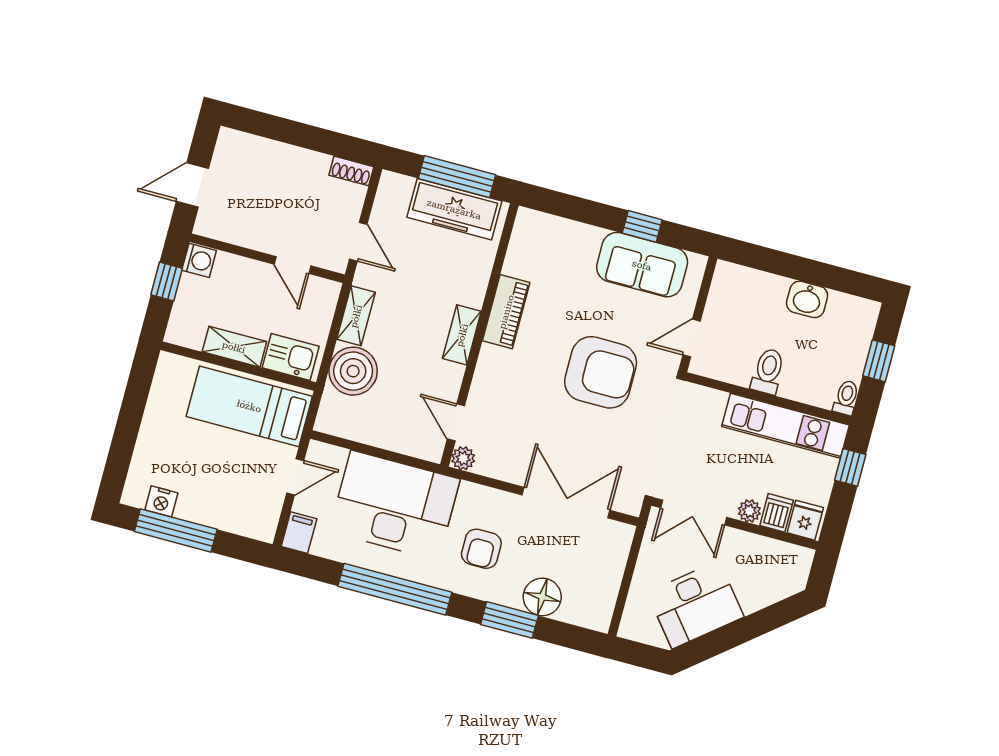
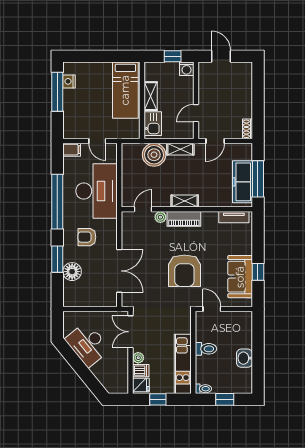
tv unit: (520, 245) -> (234, 217), added
piano: (506, 312) -> (184, 219), moved
bed: (249, 406) -> (125, 90), moved, turned 180
plant: (463, 458) -> (160, 217), moved
window: (850, 467) -> (158, 399), moved

